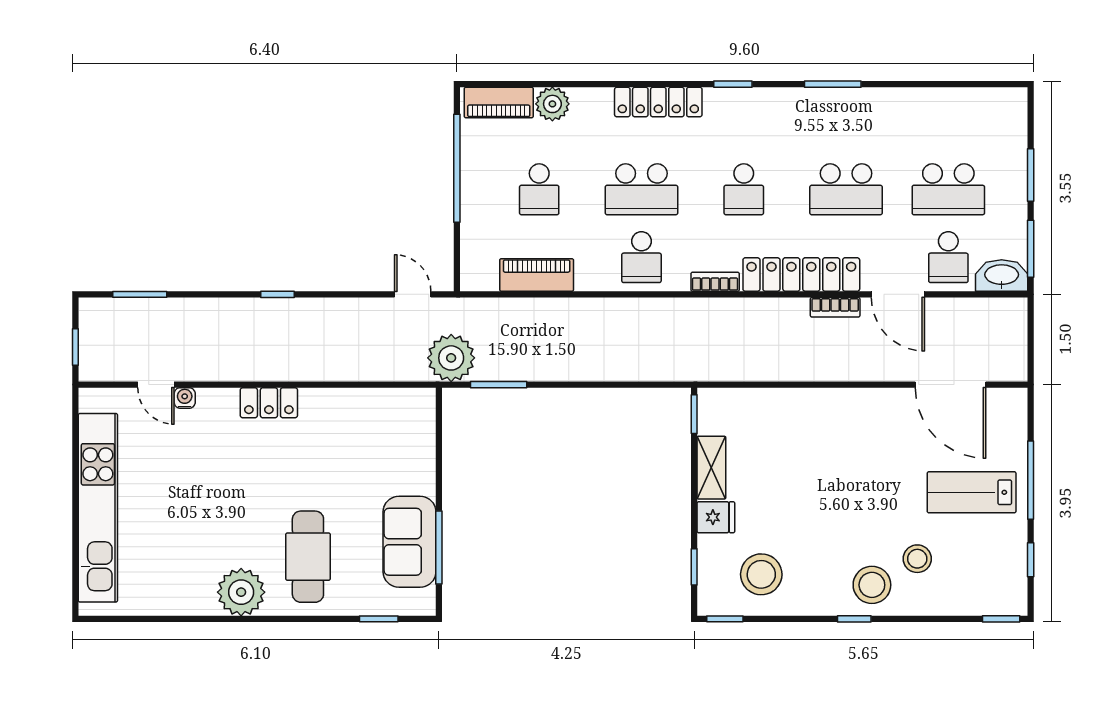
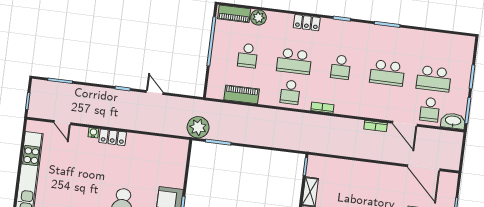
locker: (658, 102) -> (307, 23), width x0.66
locker: (801, 274) -> (362, 109), removed
door: (413, 294) -> (155, 93), moved
water cooler: (185, 398) -> (93, 133), moved

